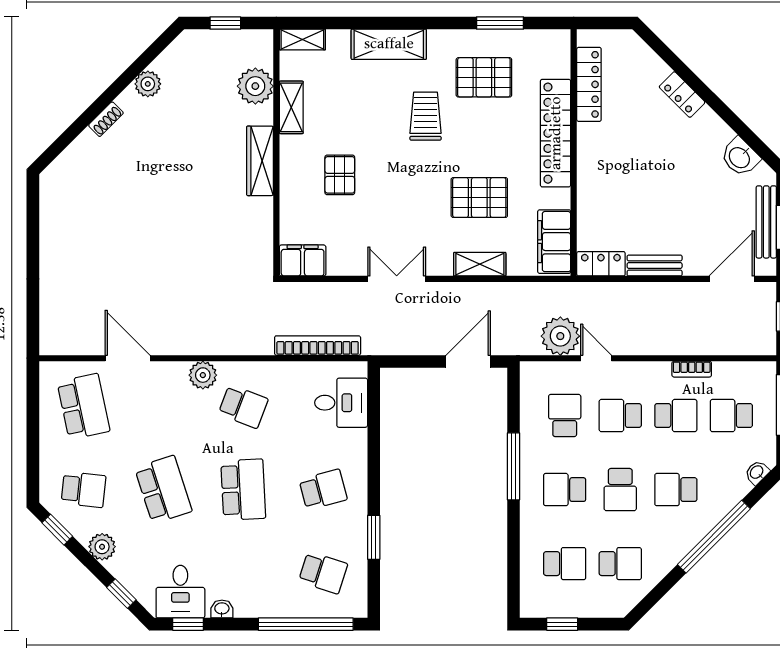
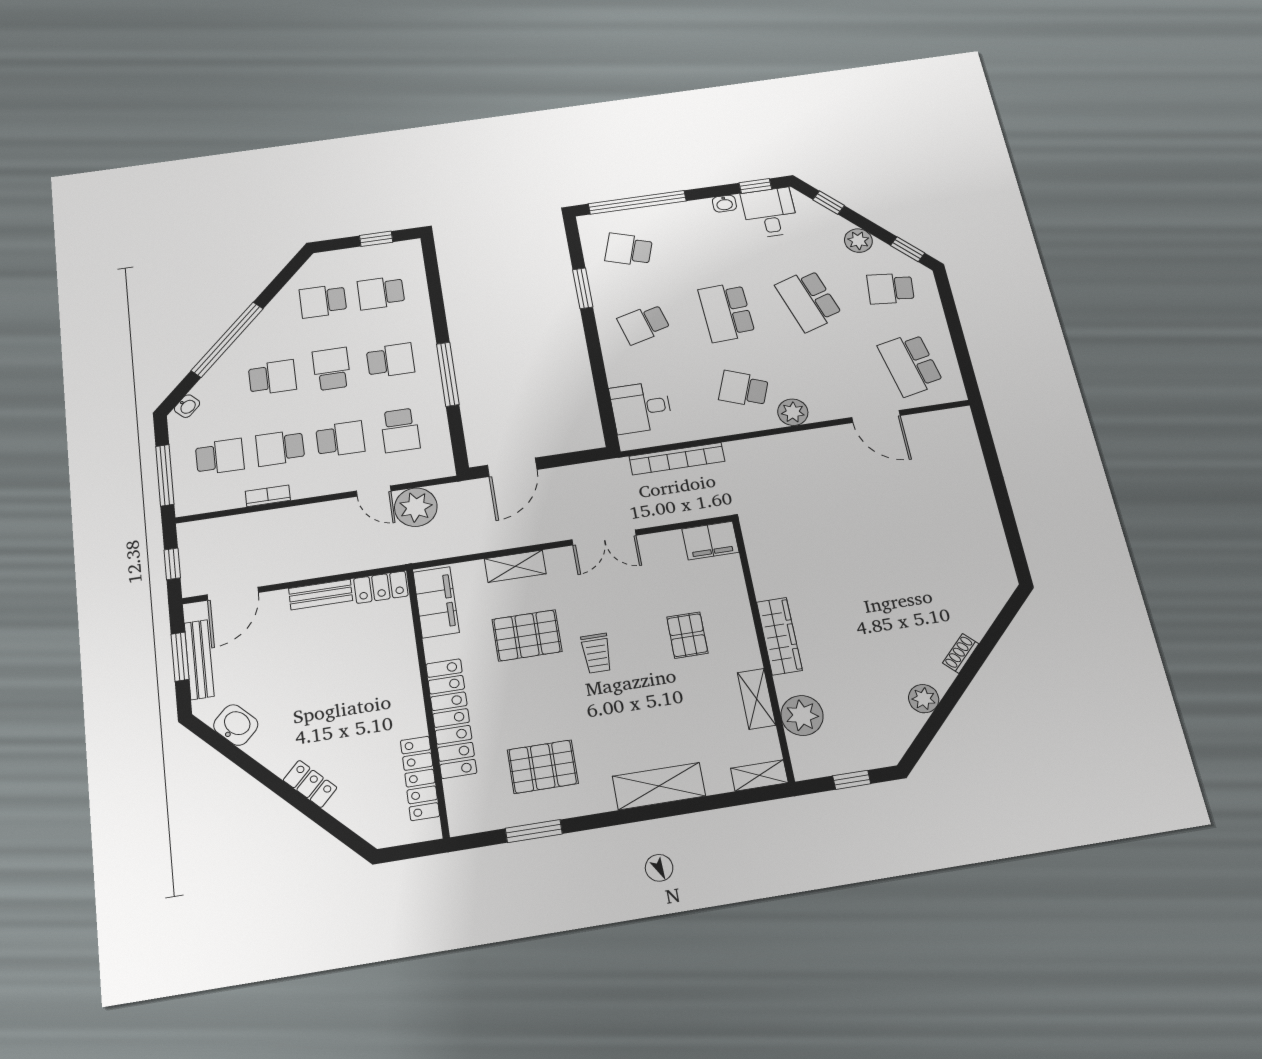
trolley: (426, 116) -> (597, 653), moved, width x0.73, depth x0.72

